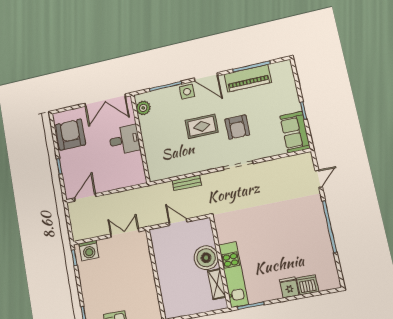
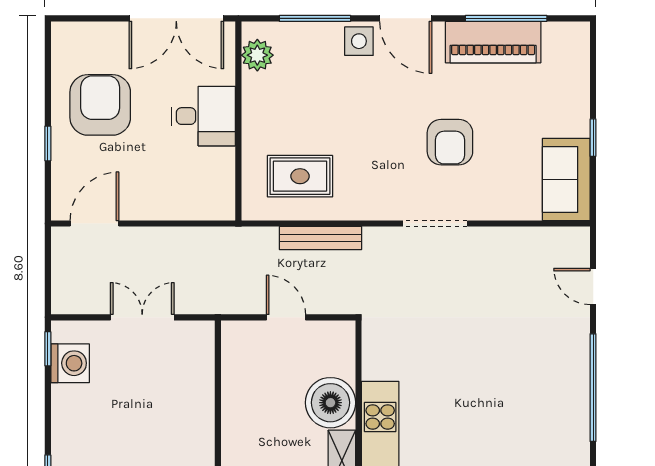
rug: (202, 126) -> (300, 176), moved
armchair: (71, 135) -> (100, 105), moved
door: (319, 179) -> (593, 286), swing flipped
bench: (187, 183) -> (320, 238), width x1.36
double door: (125, 233) -> (142, 317), moved
washing machine: (89, 250) -> (70, 363), moved, turned -90

